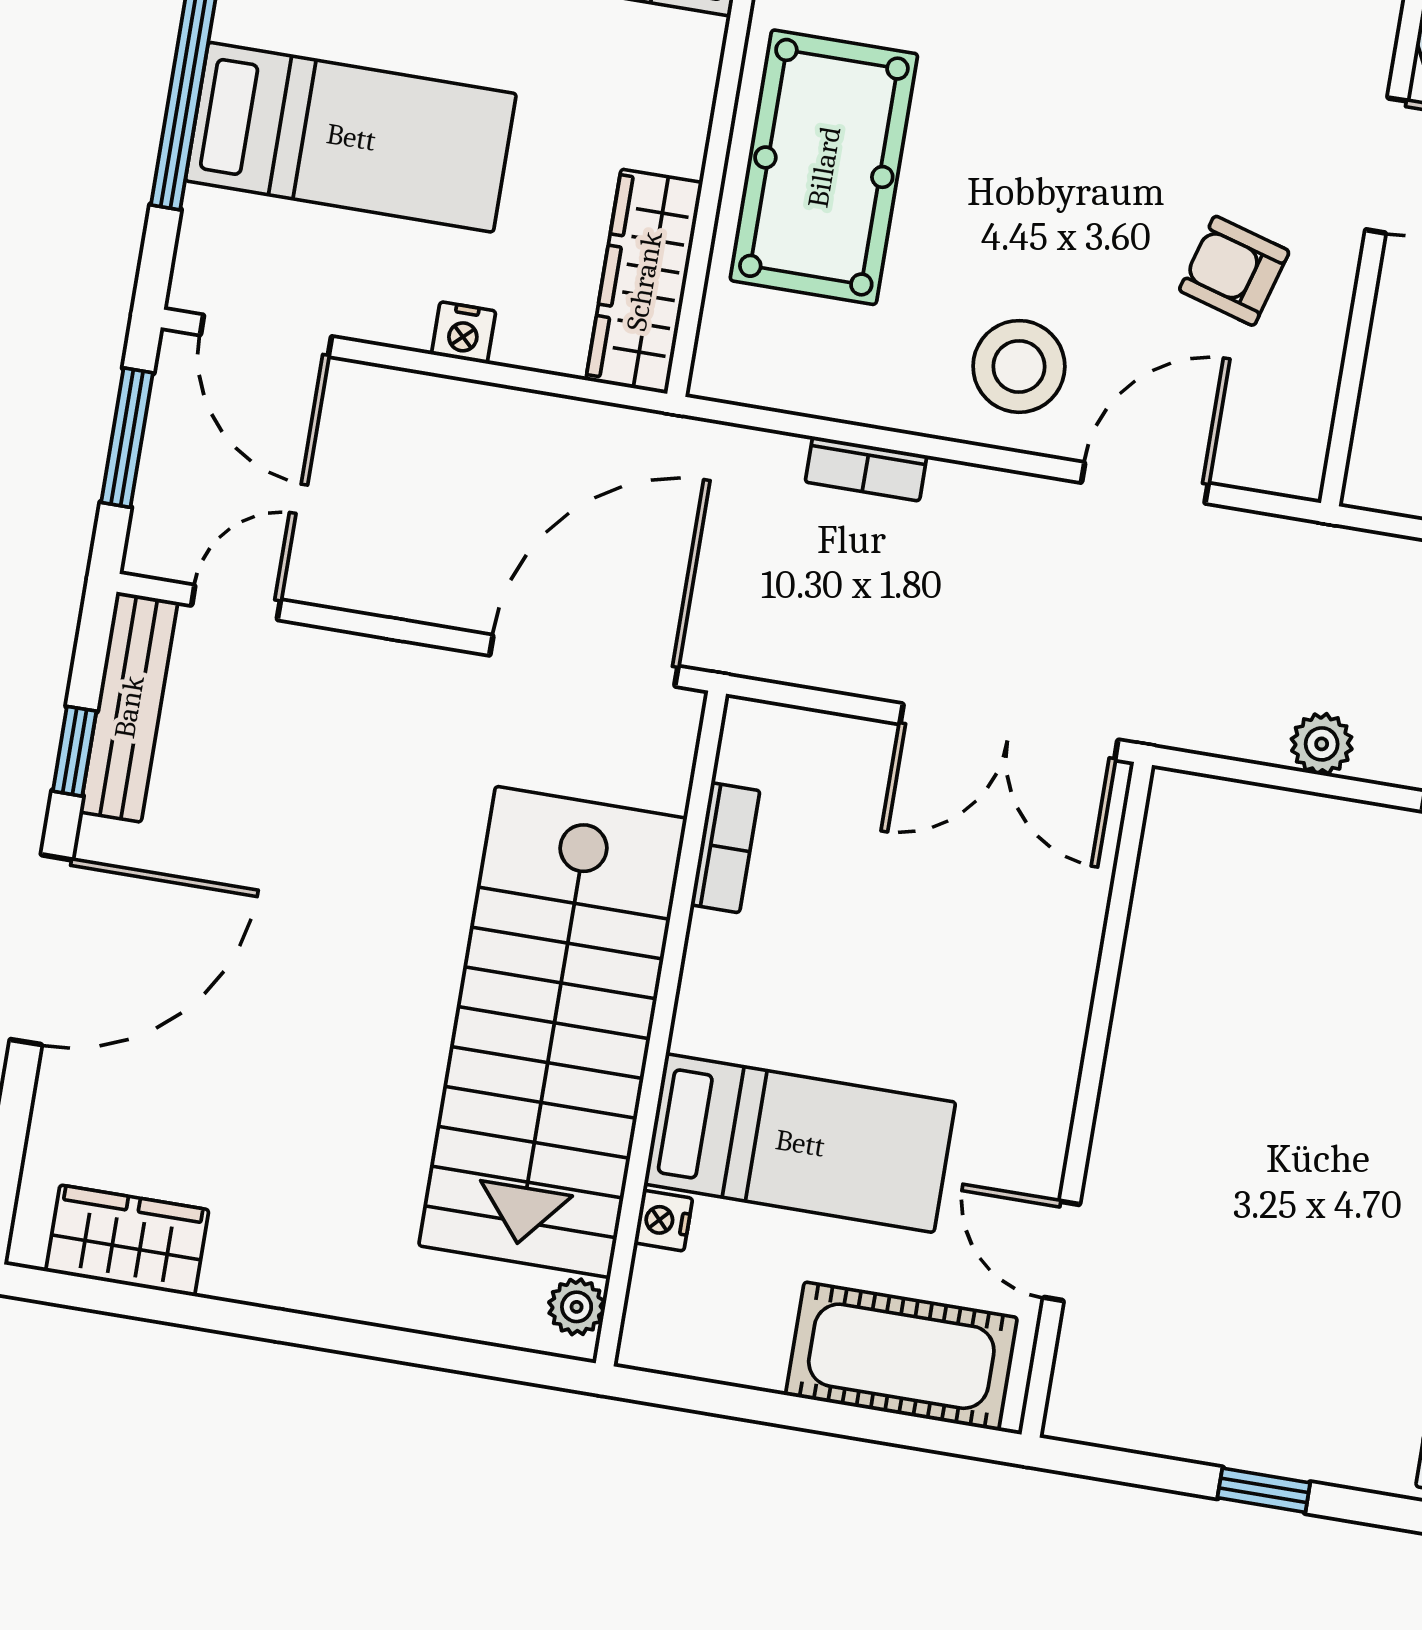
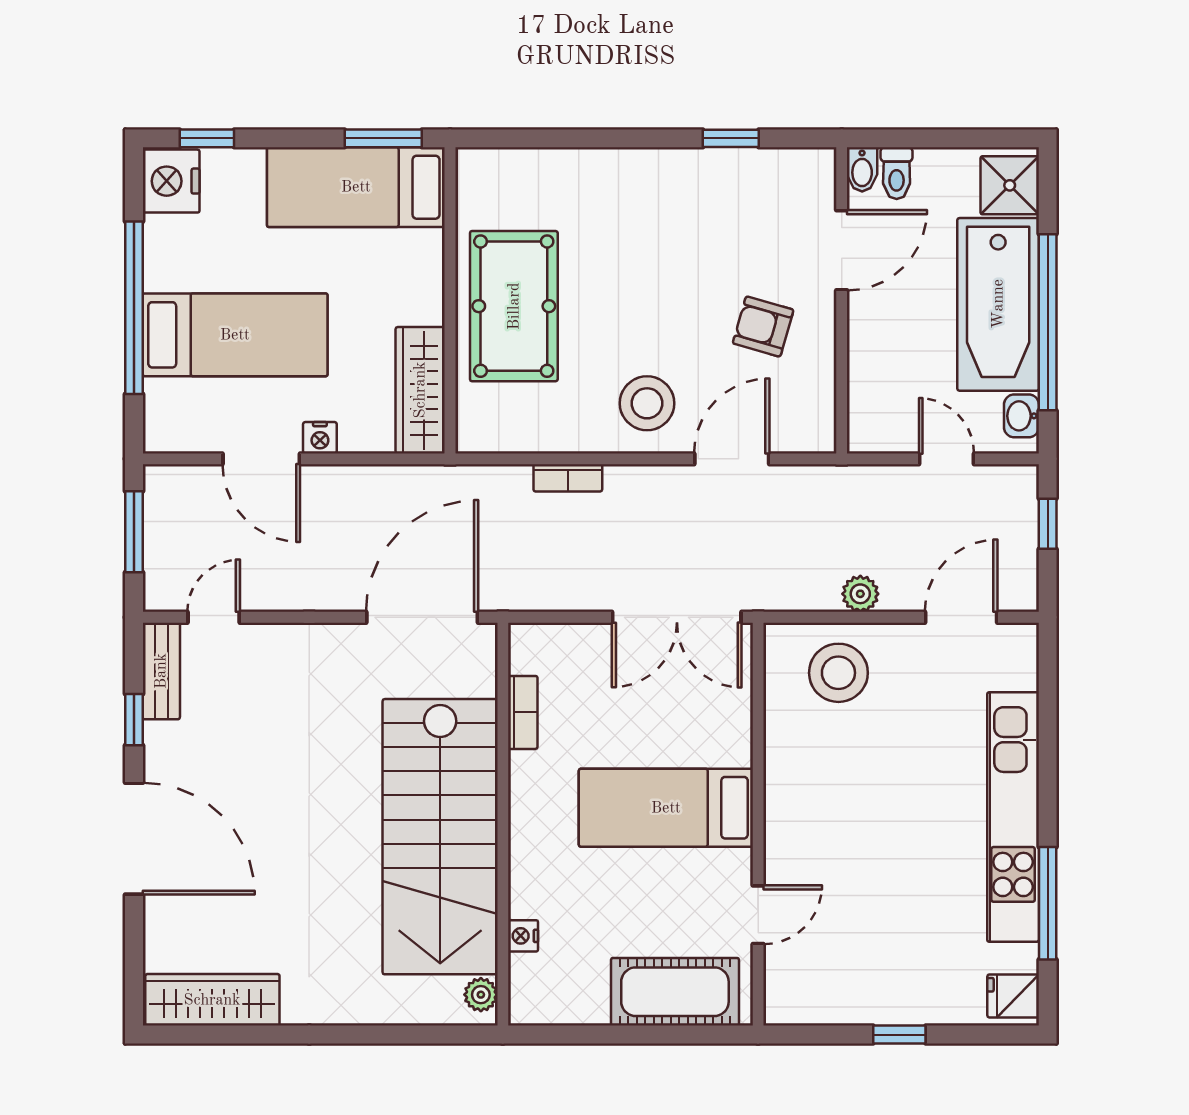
door: (266, 336) -> (261, 459), moved
bench: (129, 707) -> (161, 671), width x0.73
stool: (1263, 870) -> (838, 673), added
door: (41, 950) -> (134, 839), hinge flipped
bed: (800, 1143) -> (666, 808), moved, turned 180
wardrobe: (127, 1241) -> (212, 1000), width x1.50
door: (1061, 1251) -> (758, 915), swing flipped

